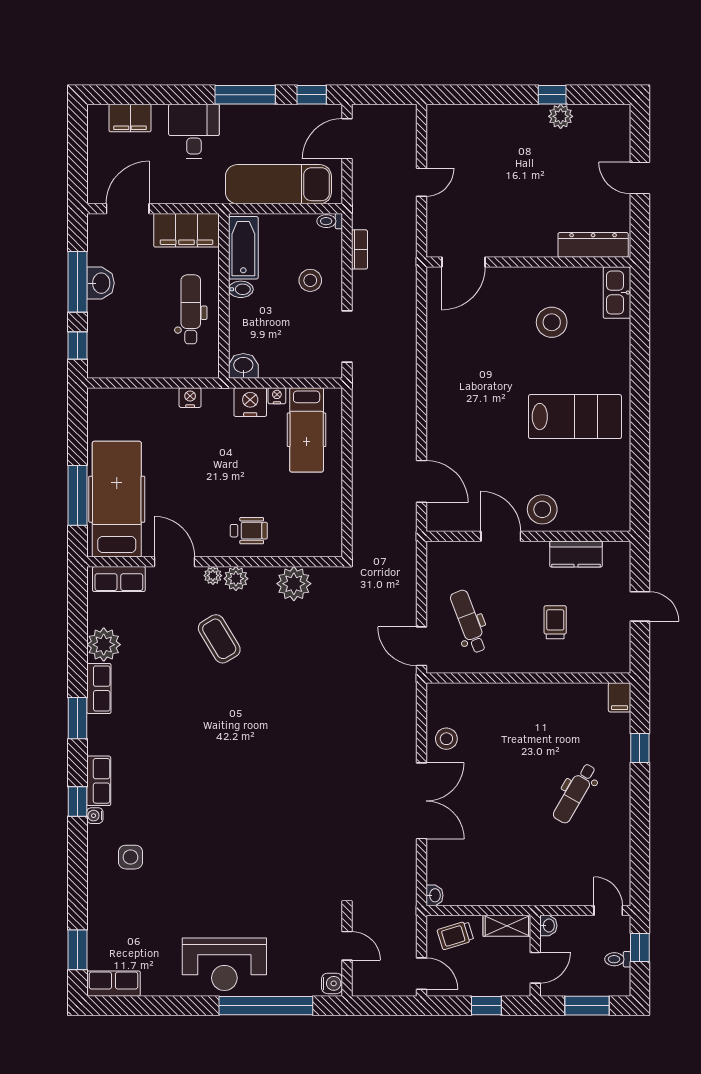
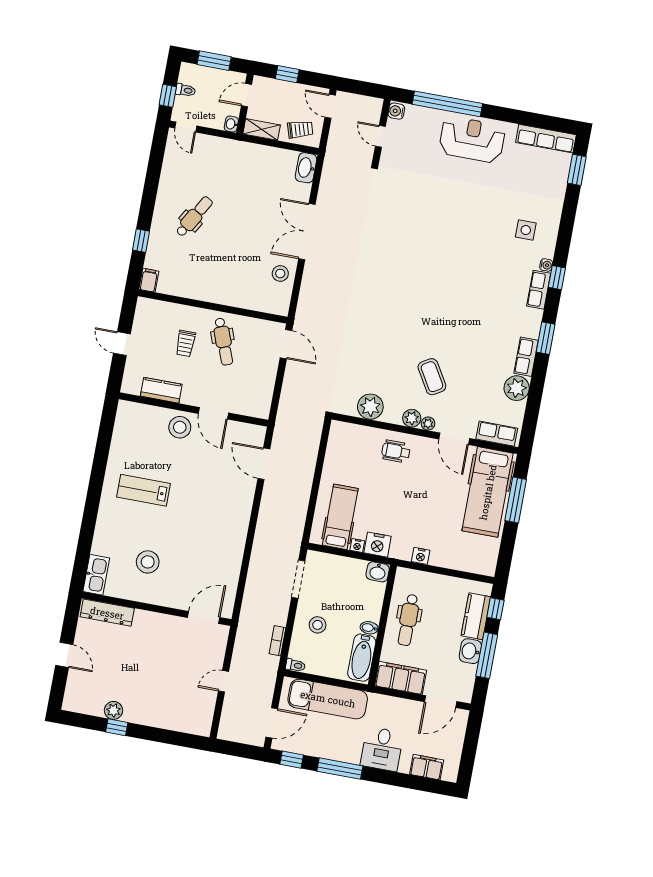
kitchen counter: (102, 331) -> (476, 616), added
lab bench: (575, 417) -> (143, 490), width x0.73, depth x0.72
dental chair: (469, 621) -> (223, 342), moved
washbasin: (434, 895) -> (306, 168), width x1.91, depth x1.45
row of seats: (113, 984) -> (546, 139), width x1.48

